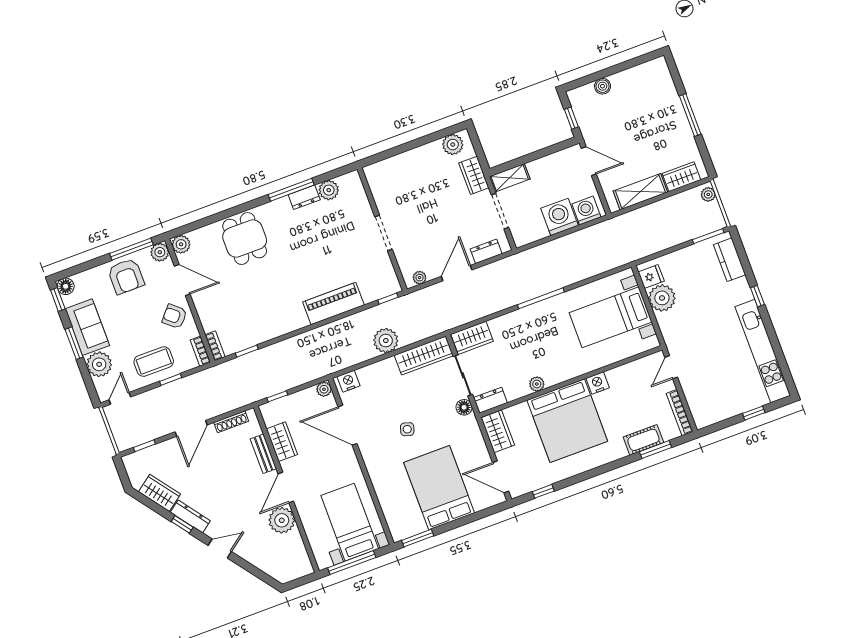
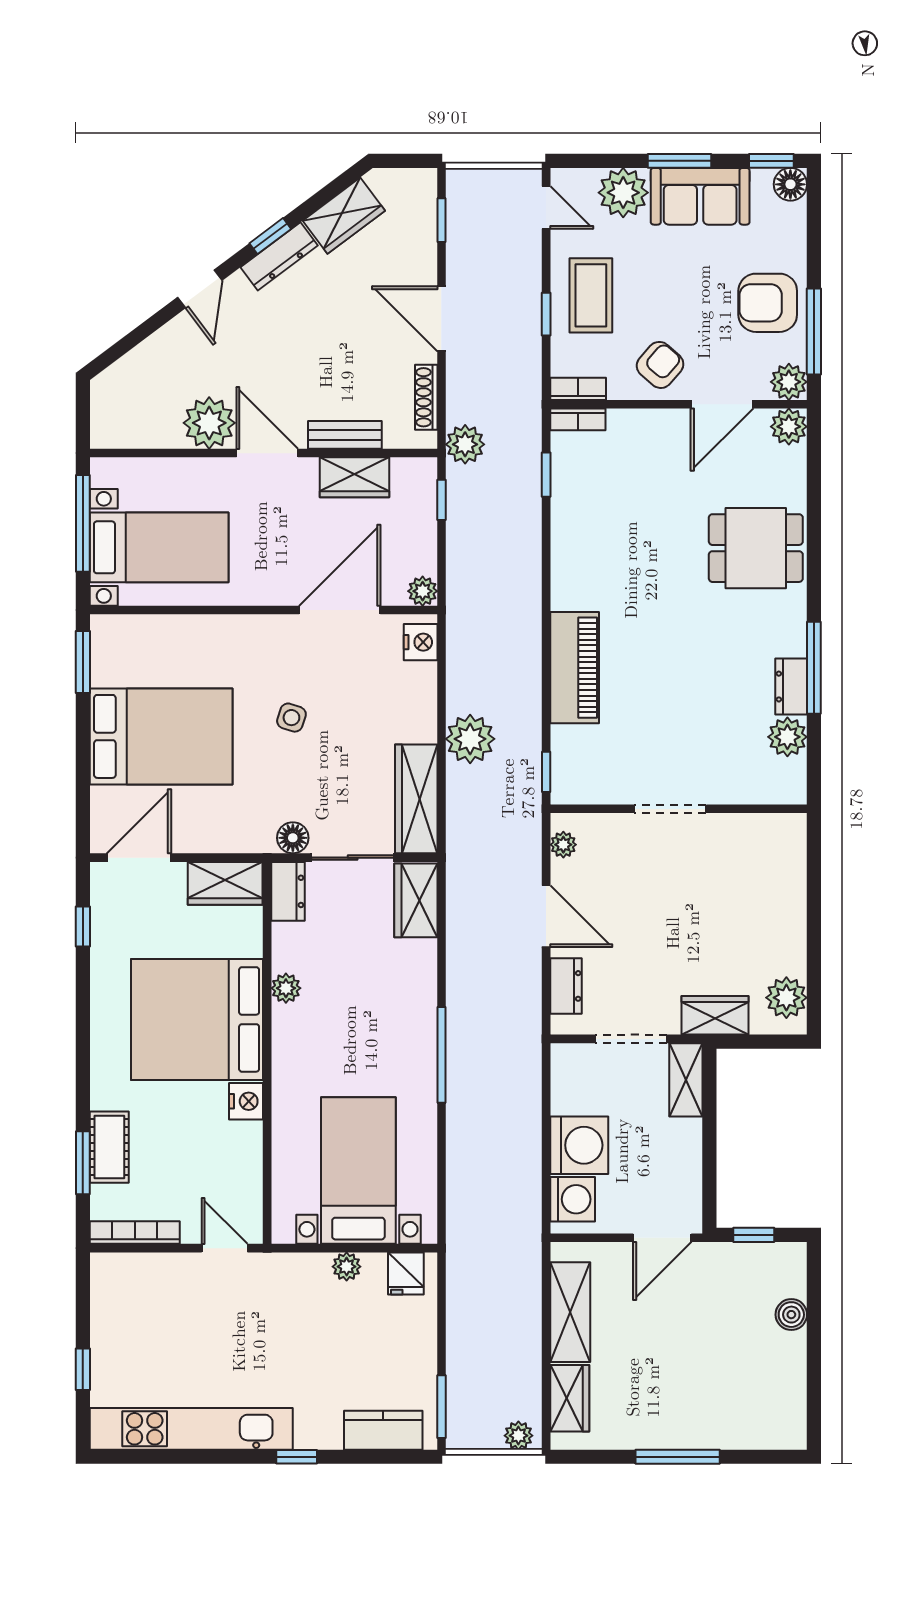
plant: (662, 298) -> (347, 1267), width x0.53, depth x0.53
plant: (247, 395) -> (465, 444), added

